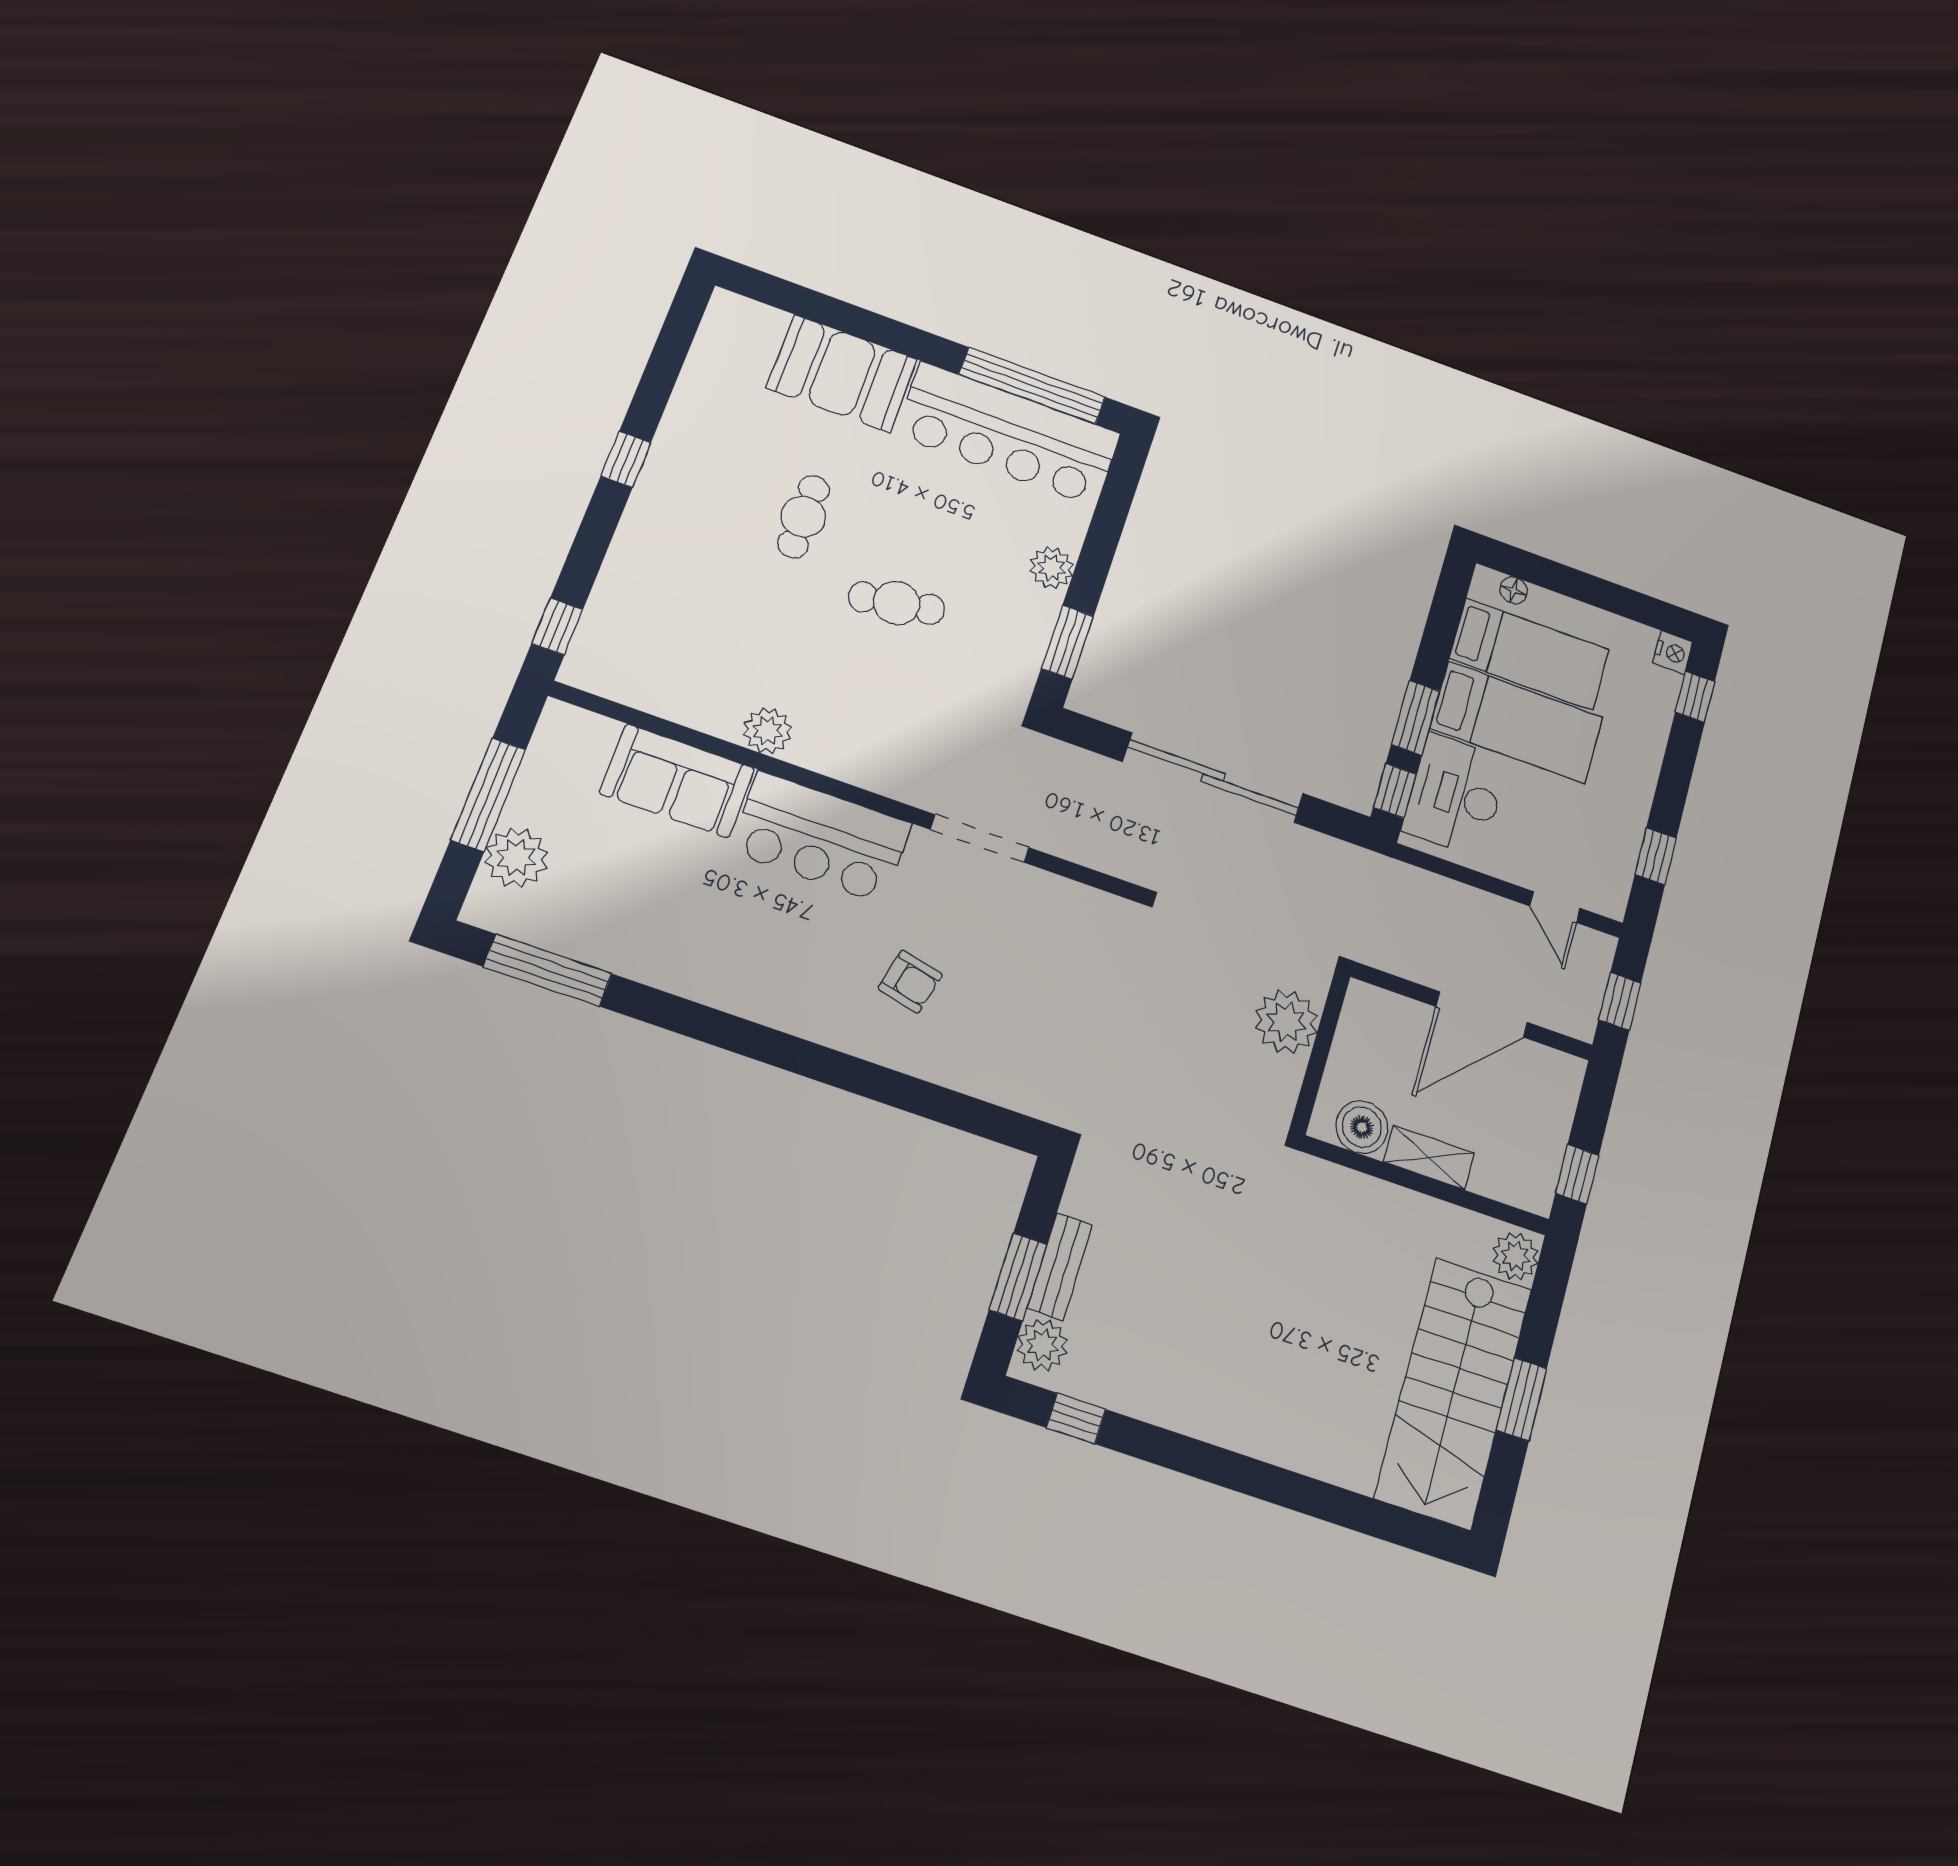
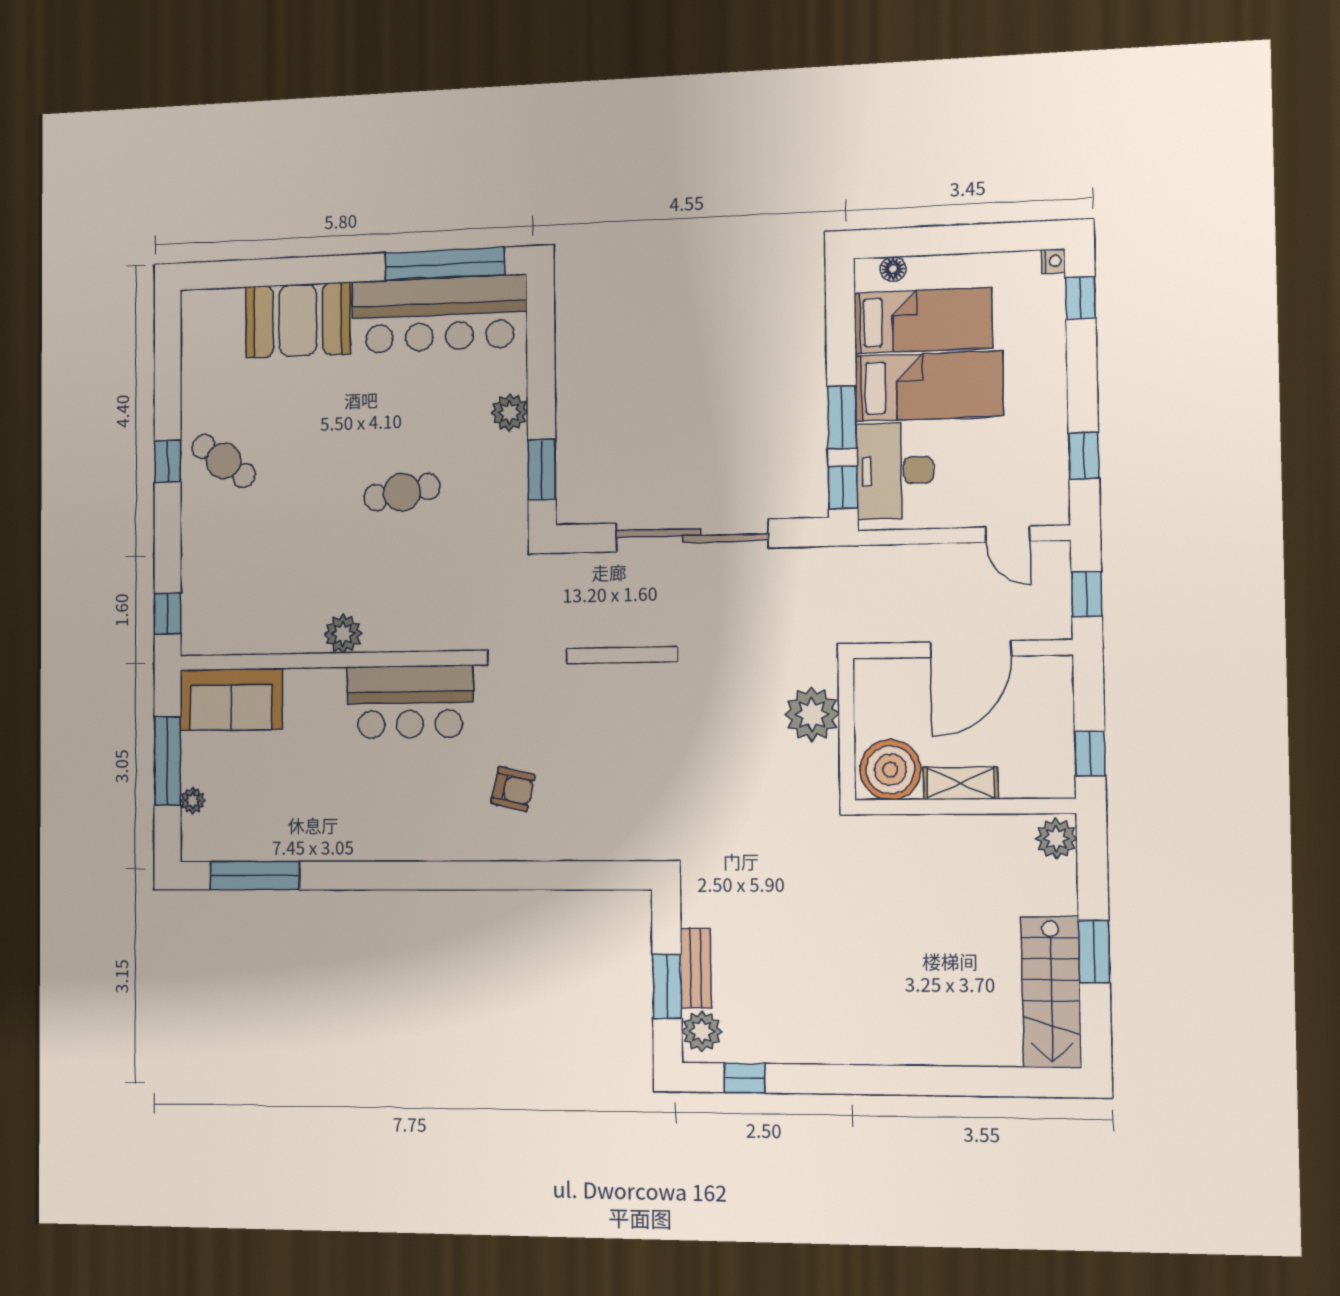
cafe table: (803, 517) -> (224, 461), moved, turned -54
nightstand: (1673, 653) -> (1053, 261), width x0.72, depth x0.74
sofa: (677, 781) -> (231, 699), moved
plant: (516, 858) -> (193, 800), width x0.53, depth x0.53
boiler: (1362, 1127) -> (890, 770), width x1.37, depth x1.37
stairs: (1454, 1393) -> (1051, 992), width x0.73, depth x0.66

